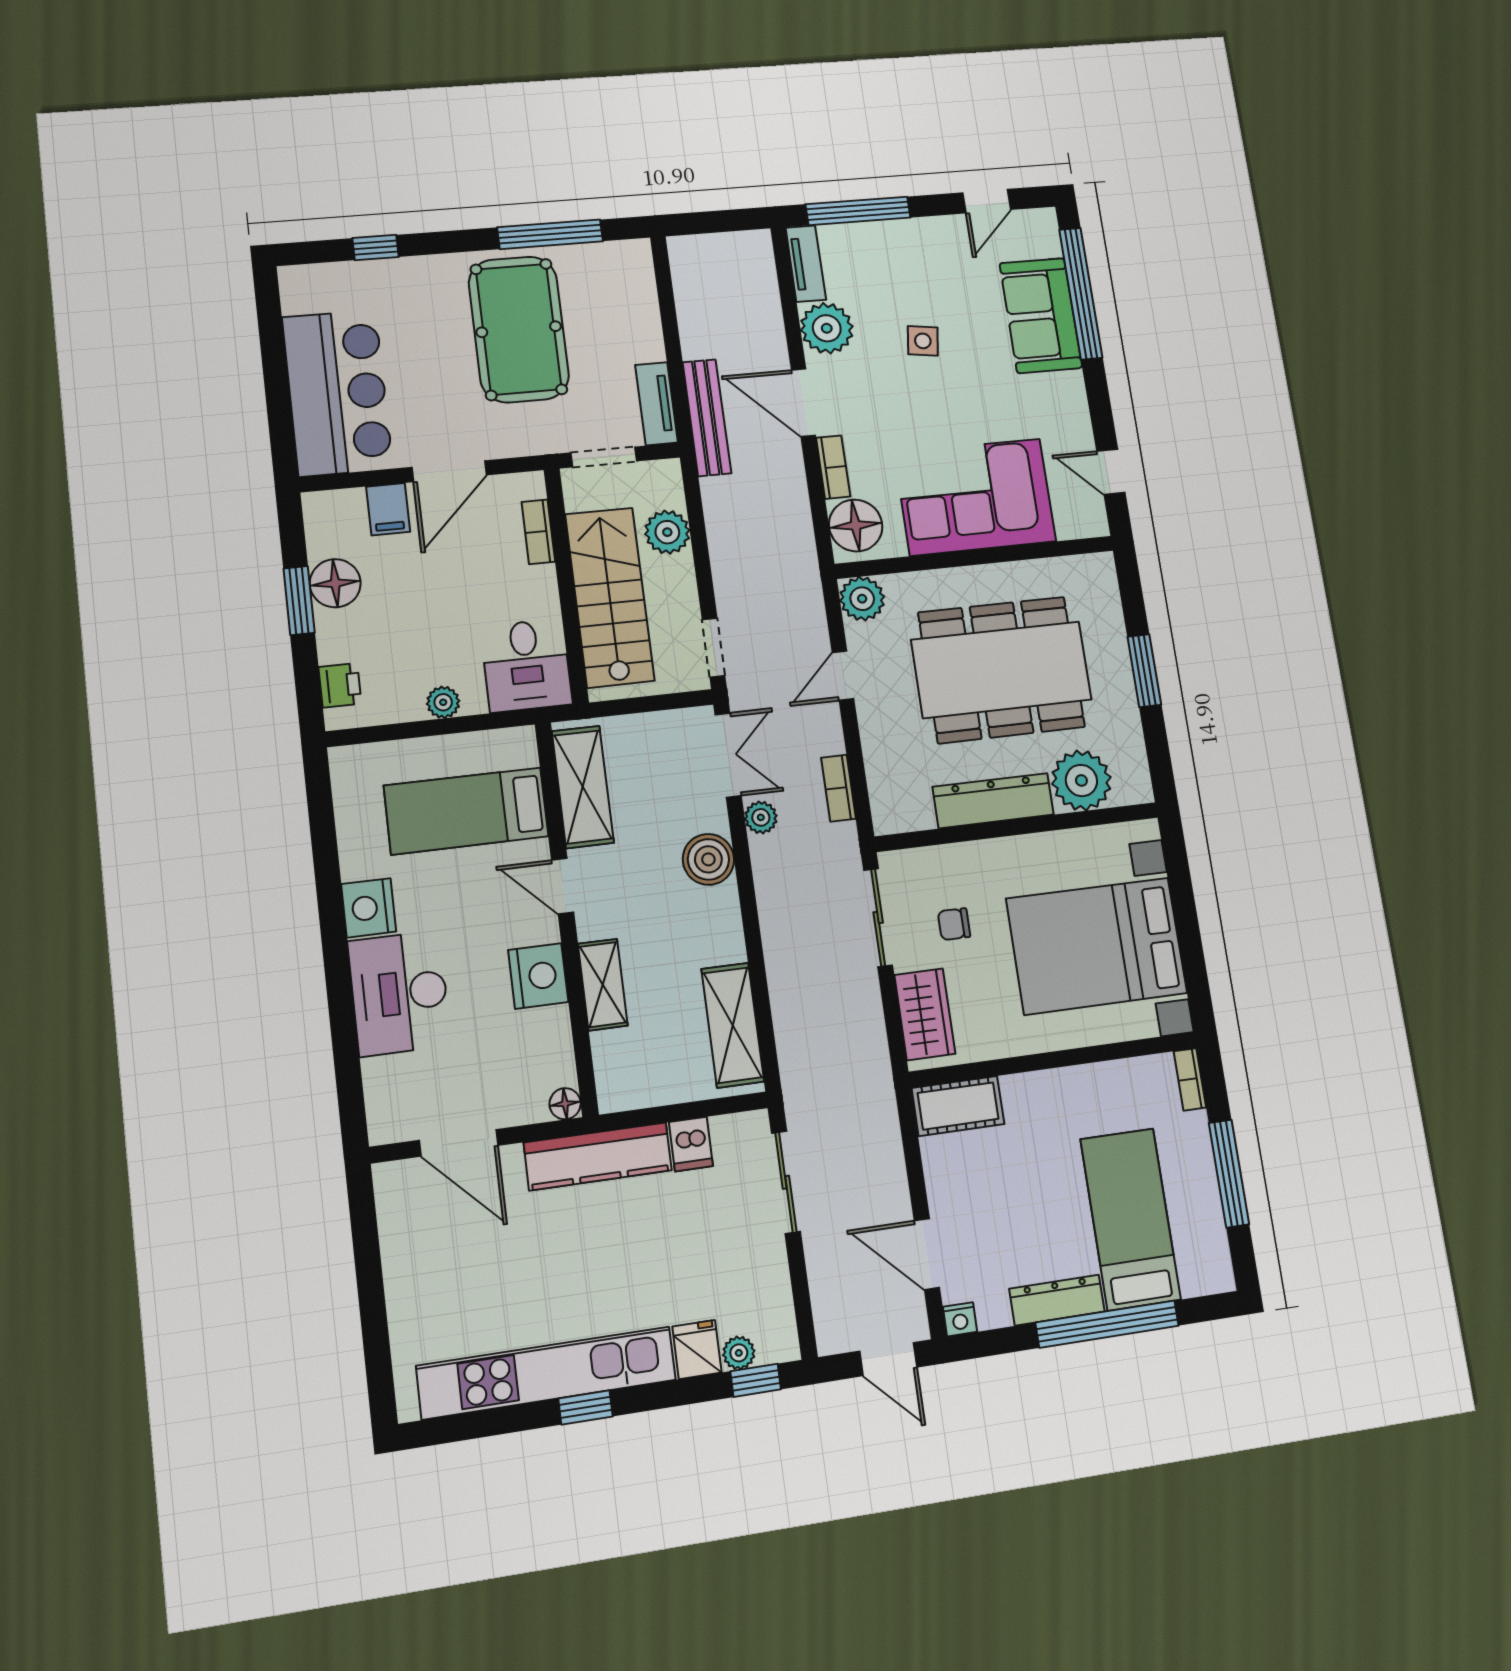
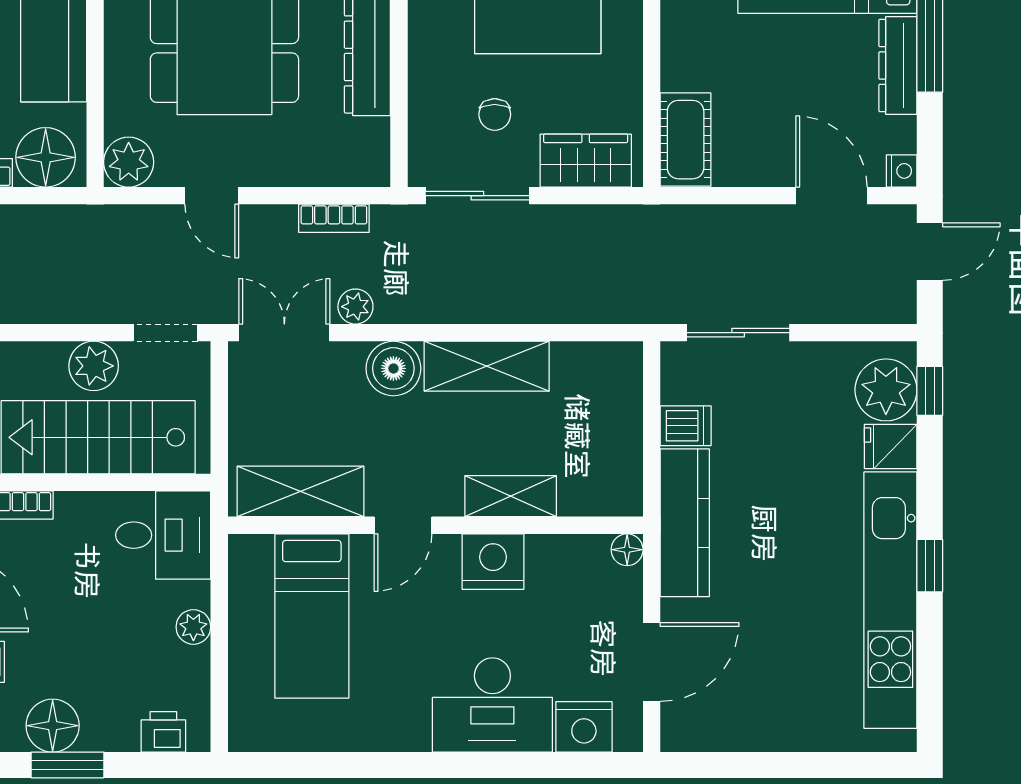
plant: (667, 532) -> (94, 366), moved
nightstand: (369, 908) -> (584, 727), moved
shelving: (733, 1025) -> (487, 366), moved
door: (927, 1254) -> (831, 196), swing flipped
plant: (739, 1353) -> (886, 390), width x1.87, depth x1.87

